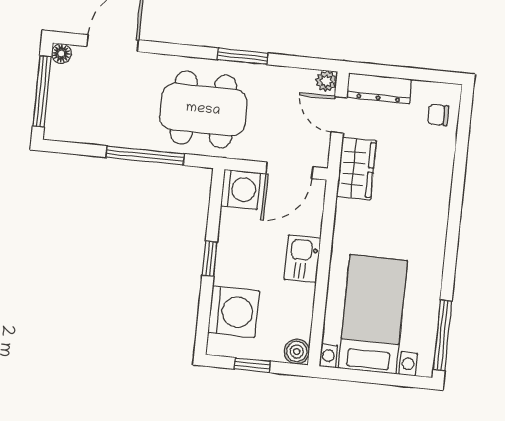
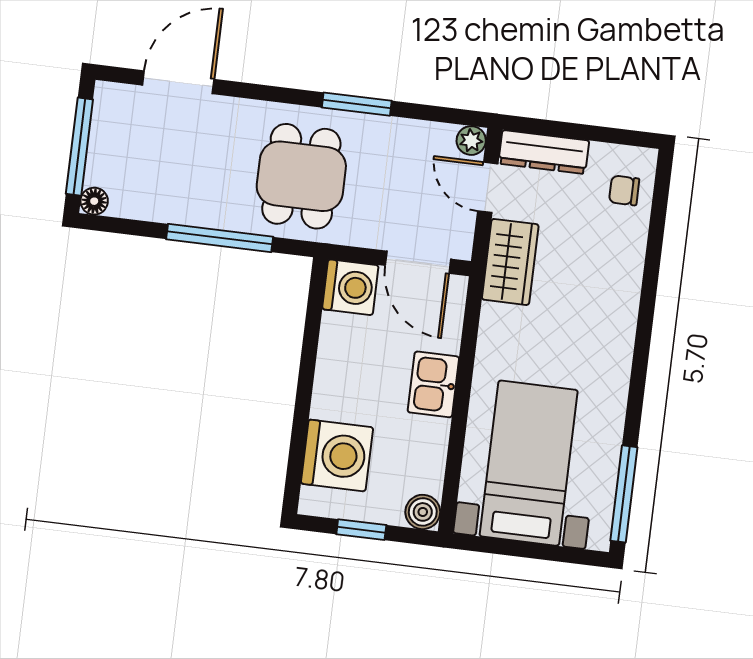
floor lamp: (61, 53) -> (94, 201), moved
dining table: (203, 110) -> (301, 176), width x0.73
door: (289, 170) -> (418, 262), hinge flipped
window: (210, 259) -> (306, 382), removed

